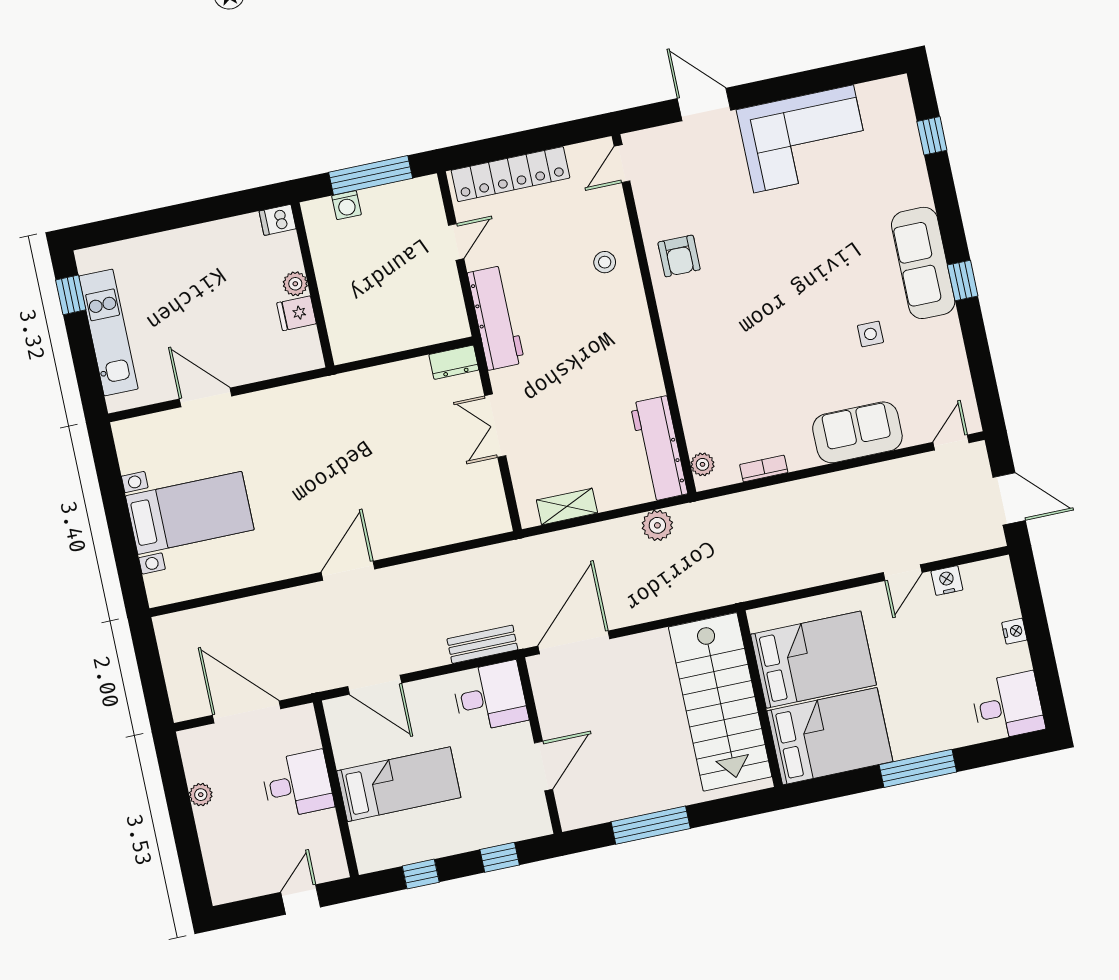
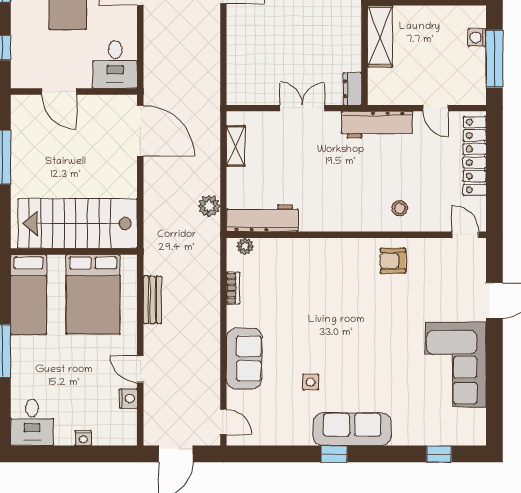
shelving: (373, 340) -> (380, 36), added
bench: (482, 644) -> (153, 300), moved
bed: (830, 736) -> (28, 294), width x0.67

